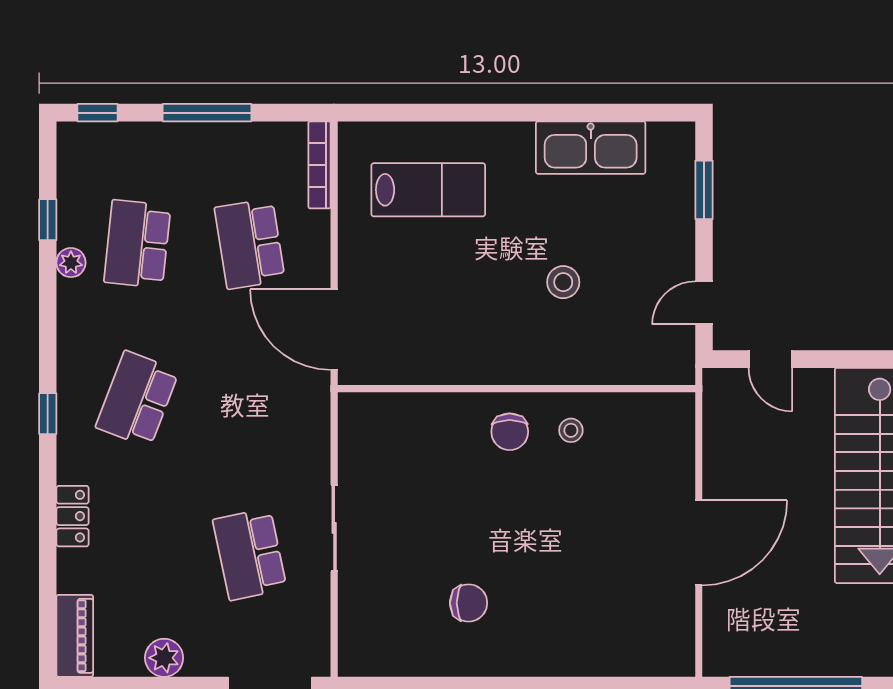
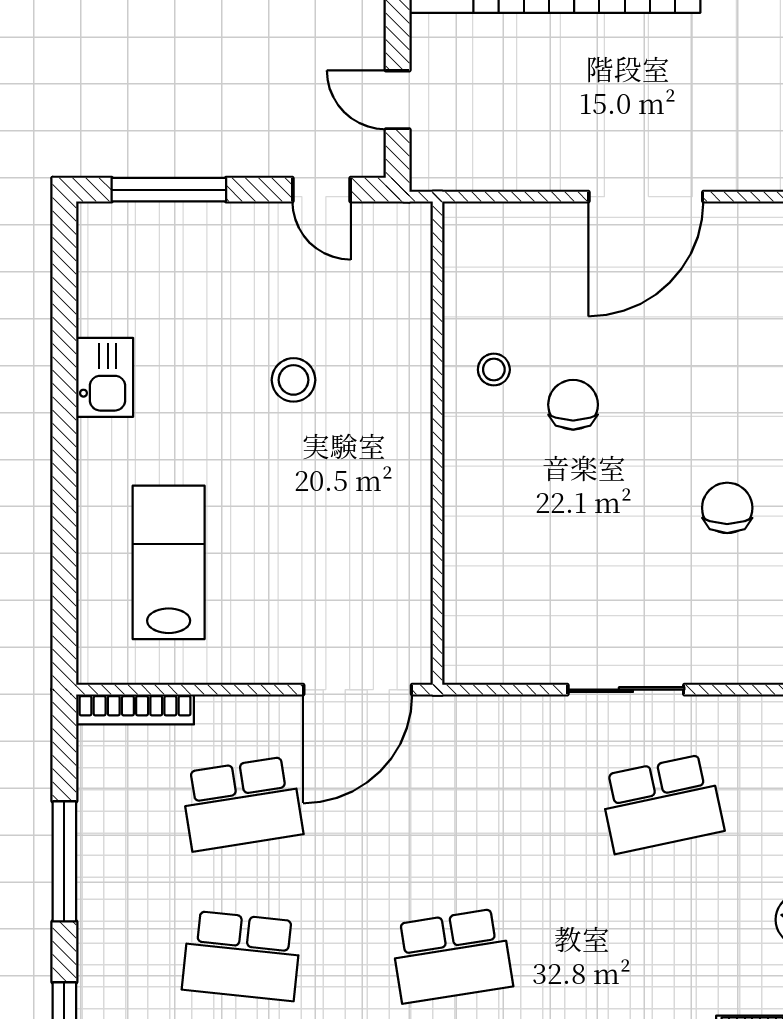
kitchen sink: (591, 148) -> (105, 377), width x0.53, depth x0.81
window: (704, 190) -> (169, 190), width x1.44
door: (770, 359) -> (398, 100), swing flipped
school desk: (137, 399) -> (452, 956), turned -30
chair: (510, 432) -> (573, 405), moved, turned -90
door: (699, 543) -> (646, 197), swing flipped

